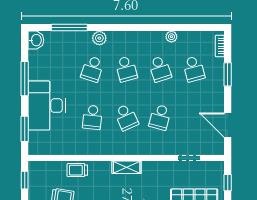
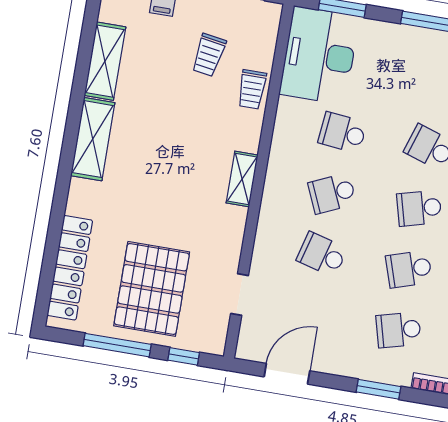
desk: (47, 106) -> (319, 55), moved, turned -90
trolley: (77, 170) -> (252, 89), turned 180

